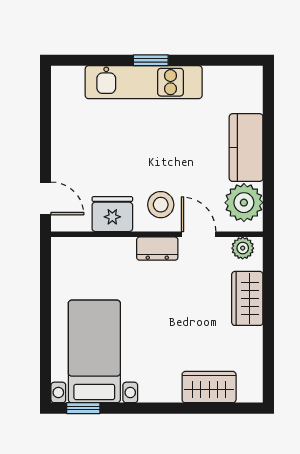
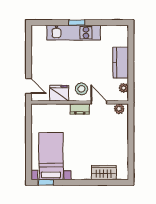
plant: (244, 203) -> (124, 88), width x0.53, depth x0.53
wardrobe: (247, 298) -> (121, 132), removed

